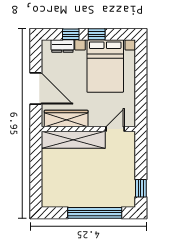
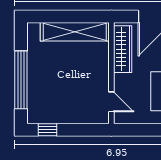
shelving: (73, 140) -> (75, 32), moved, turned 90

